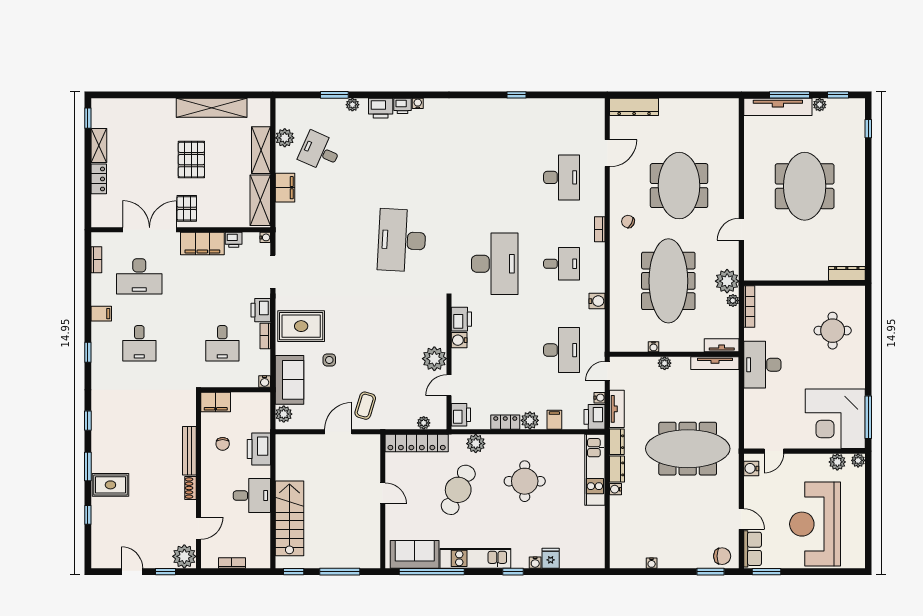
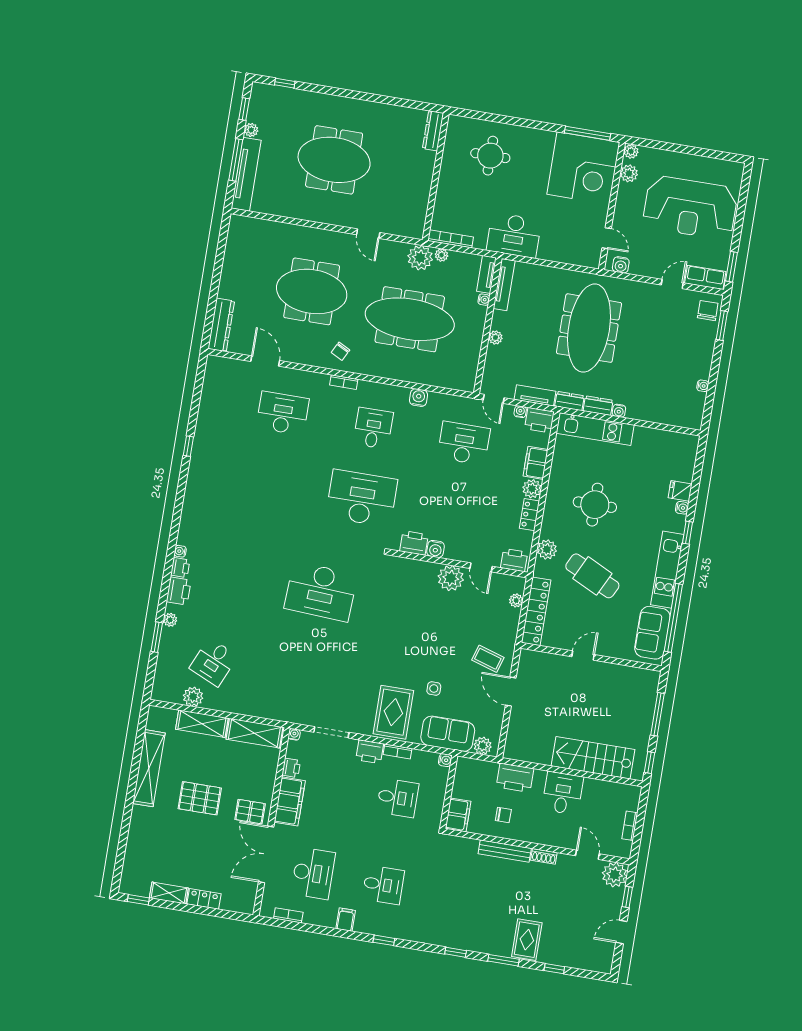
filing cabinet: (285, 188) -> (245, 705), removed
water cooler: (654, 347) -> (484, 300), moved
filing cabinet: (554, 420) -> (536, 463), width x2.00

